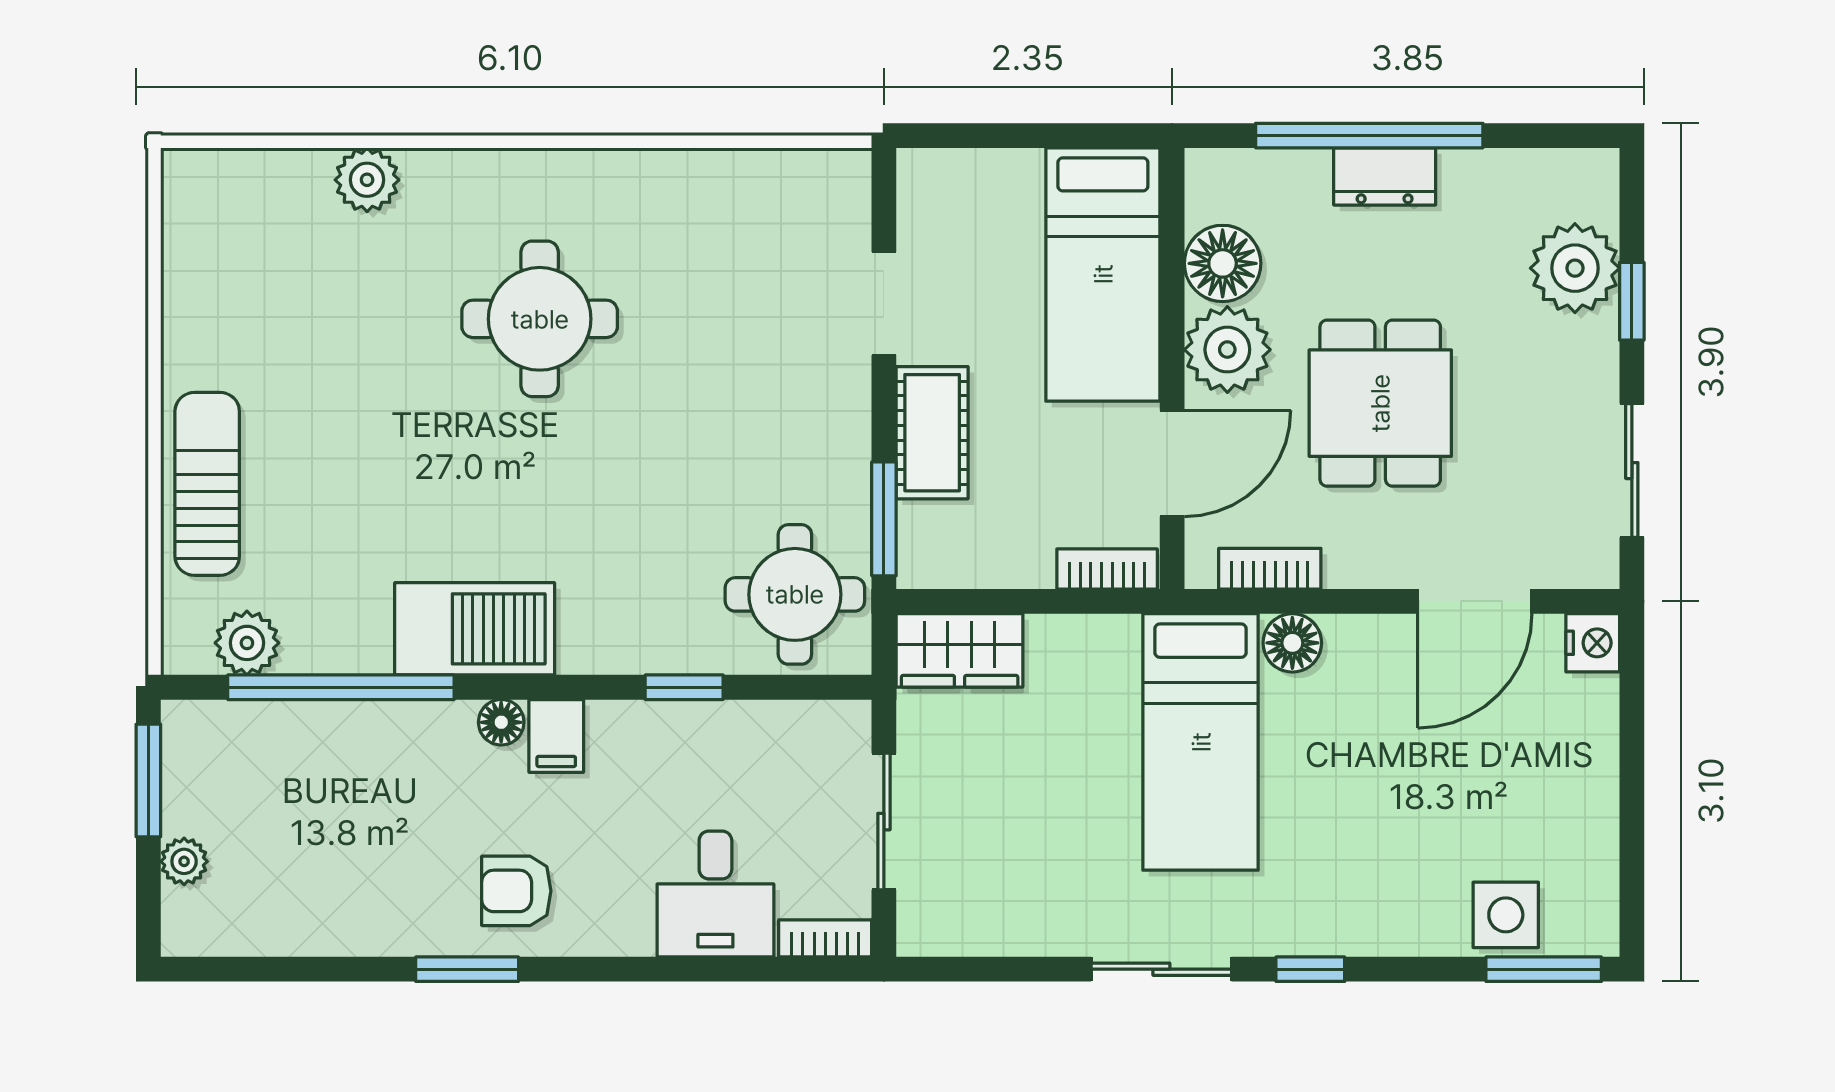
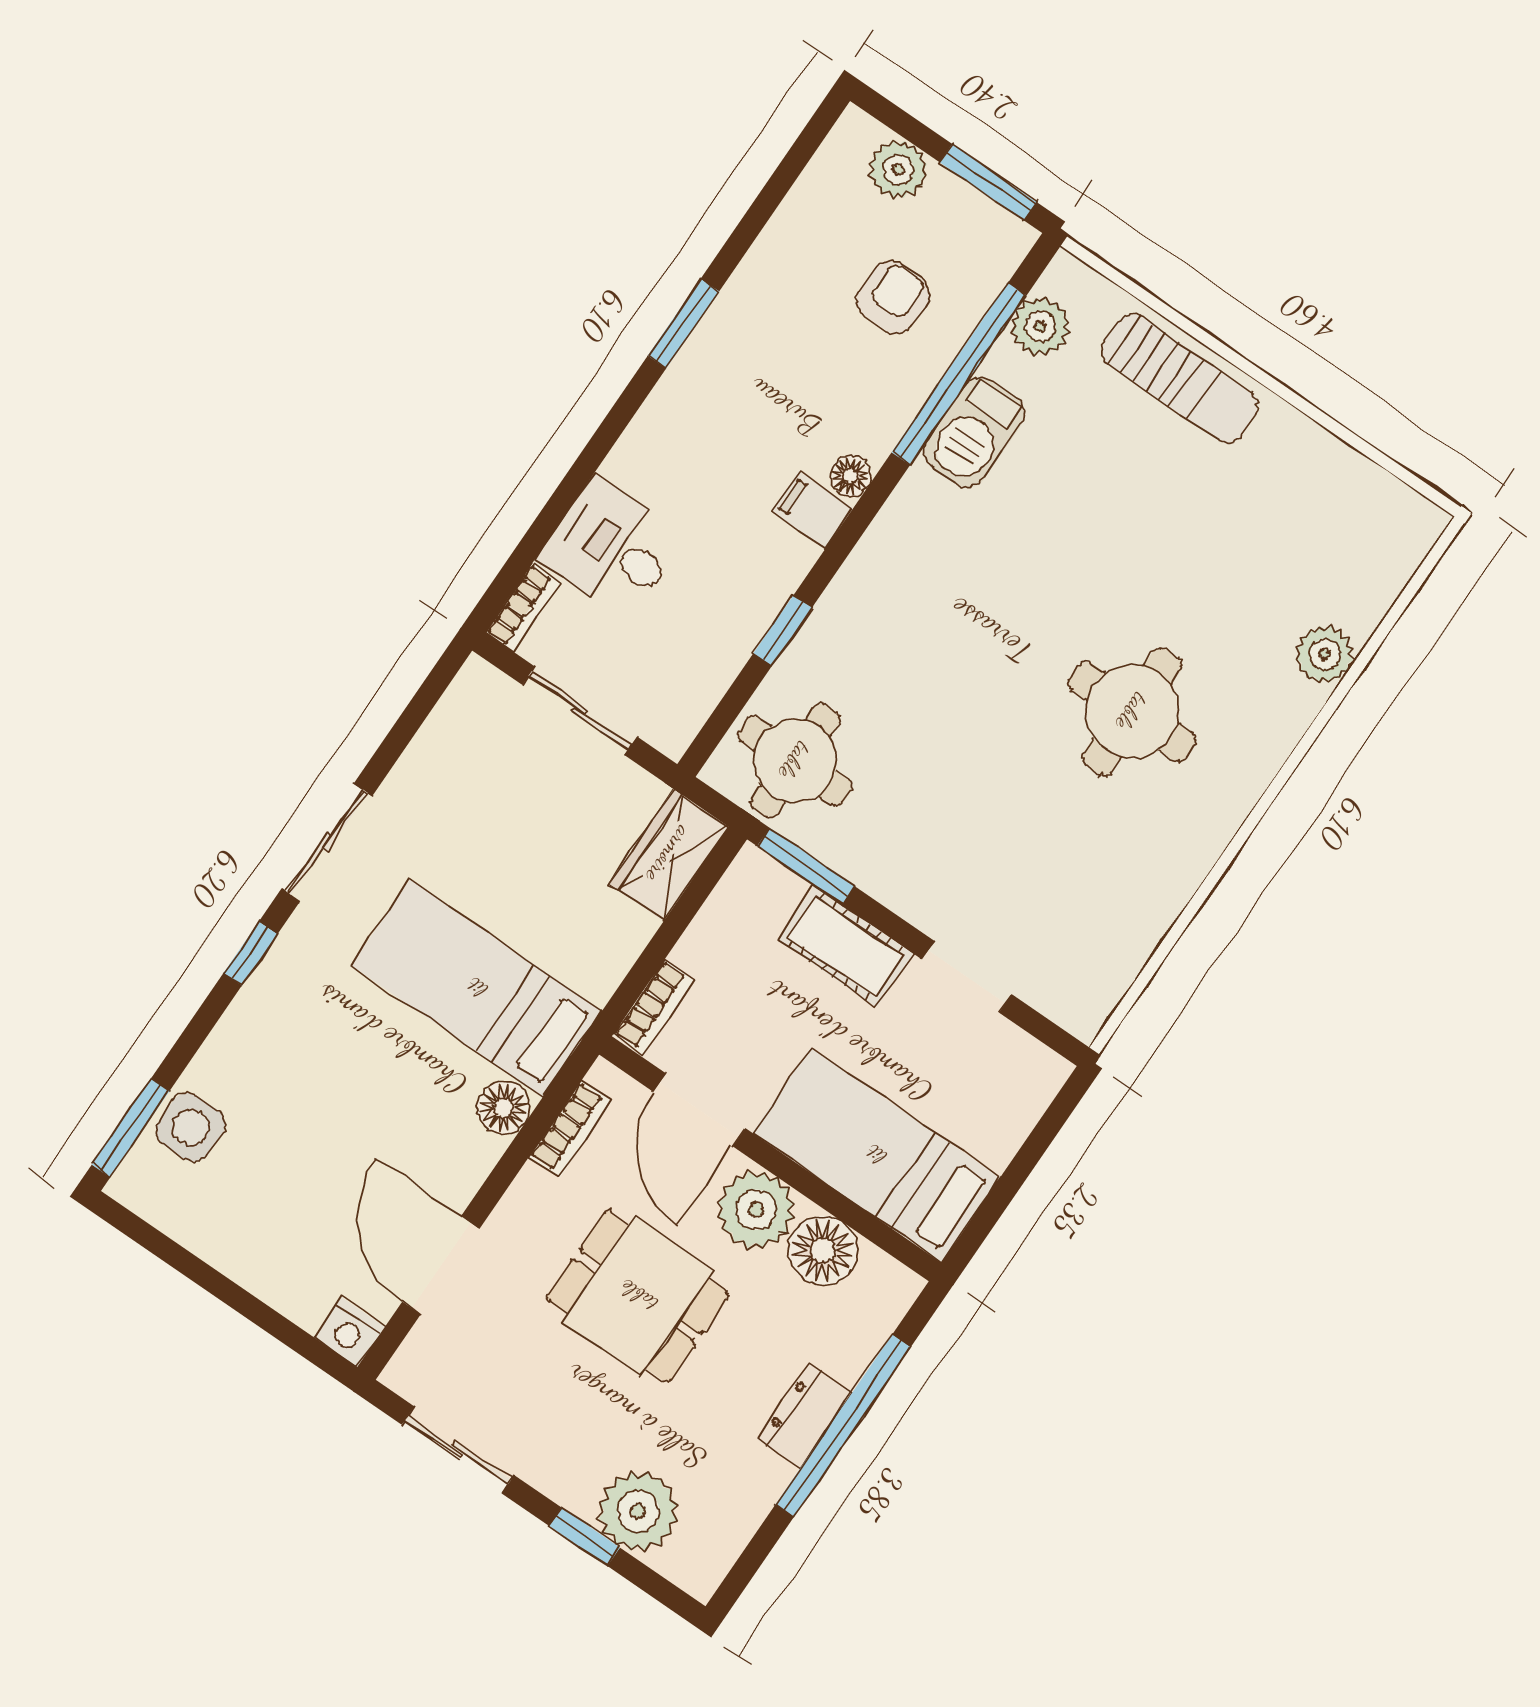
barbecue: (475, 629) -> (974, 432), moved, width x0.73, depth x0.83
plant: (184, 861) -> (898, 169), width x1.38, depth x1.38
armchair: (516, 891) -> (893, 297), moved

